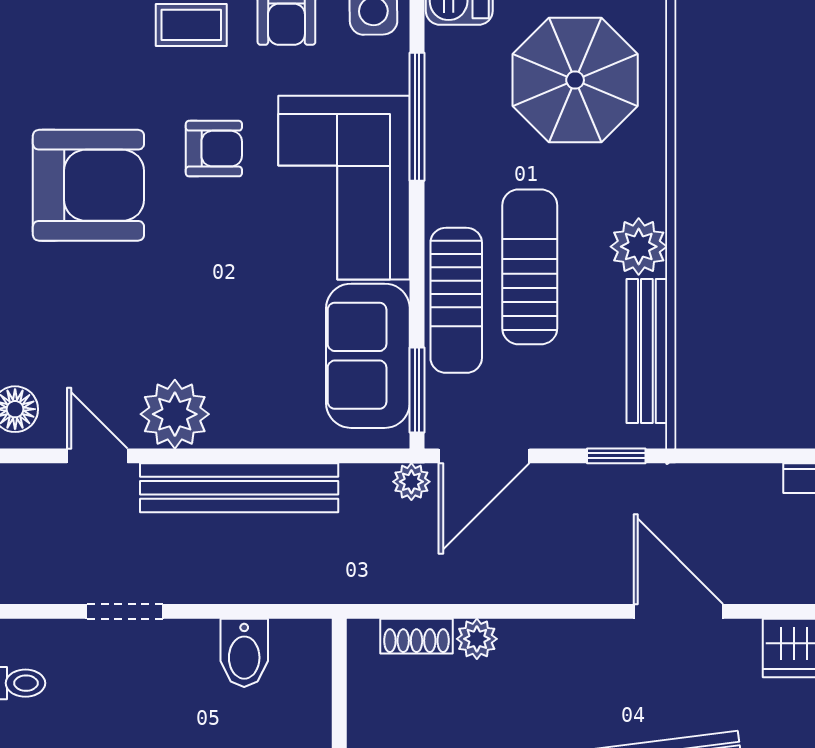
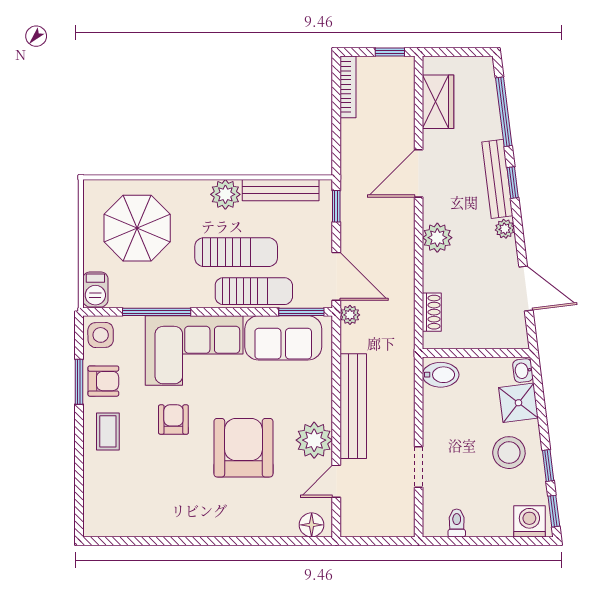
armchair: (88, 185) -> (243, 448), moved
sun lounger: (530, 267) -> (236, 252), turned 180
plant: (477, 639) -> (437, 238), moved, width x1.38, depth x1.38
bidet: (244, 653) -> (441, 375), moved

